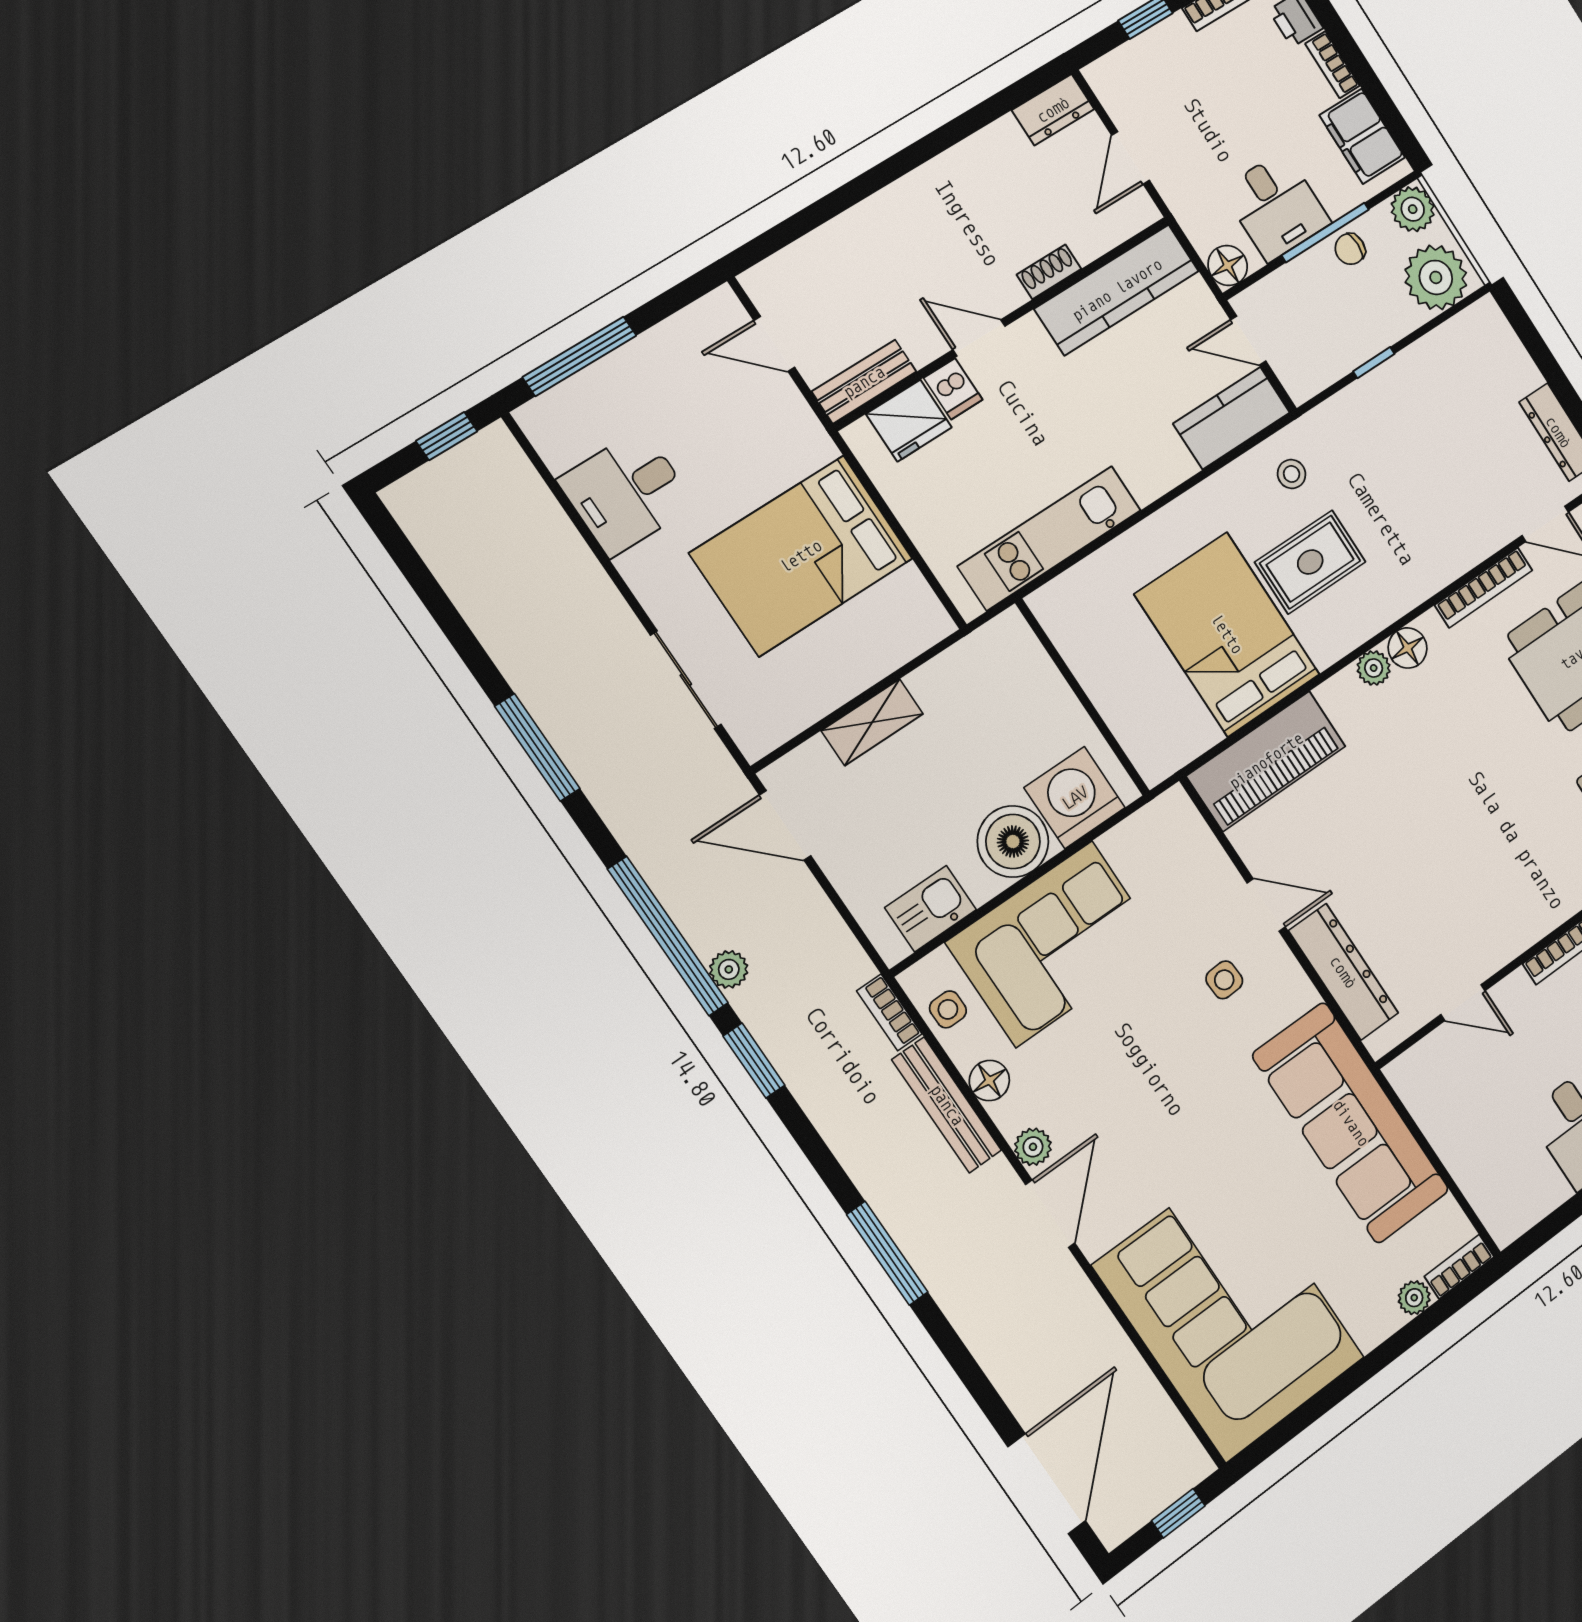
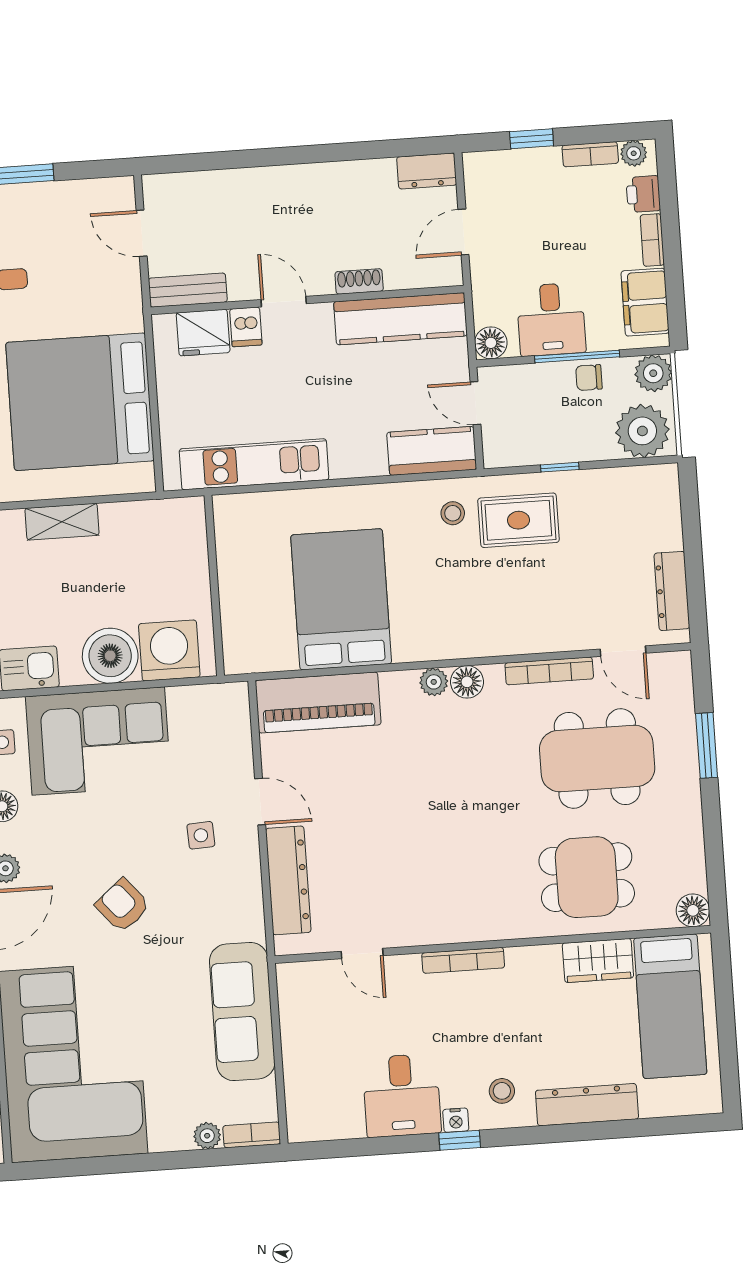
bed: (801, 556) -> (80, 402), width x1.36
rug: (1310, 562) -> (518, 520), moved
armchair: (1184, 1108) -> (123, 905), added
sofa: (1351, 1123) -> (242, 1012), width x0.74, depth x0.79

